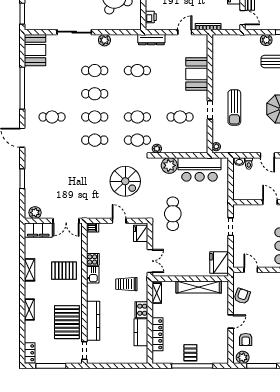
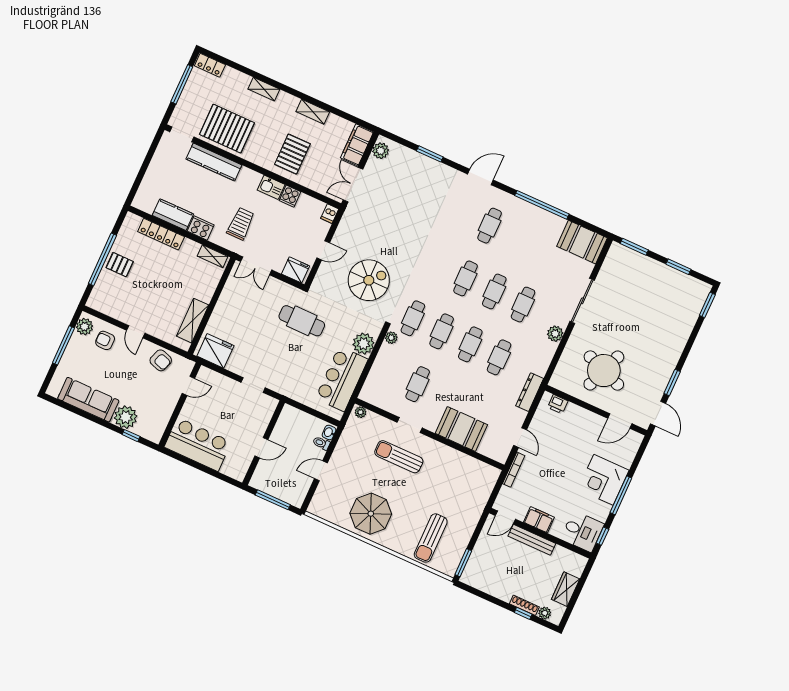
plant: (266, 40) -> (464, 534), removed
cafe table: (95, 140) -> (470, 344), moved
spiral stairs: (125, 181) -> (369, 280), turned 180
shelving: (199, 287) -> (193, 321), width x0.68

